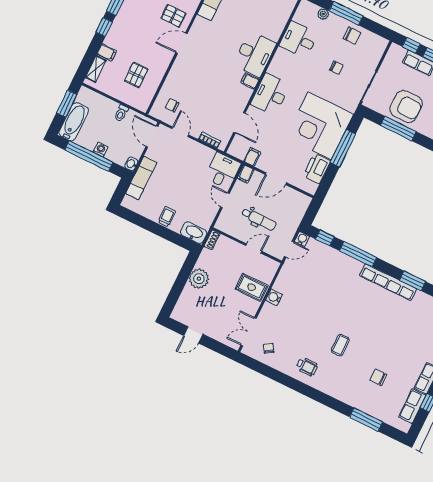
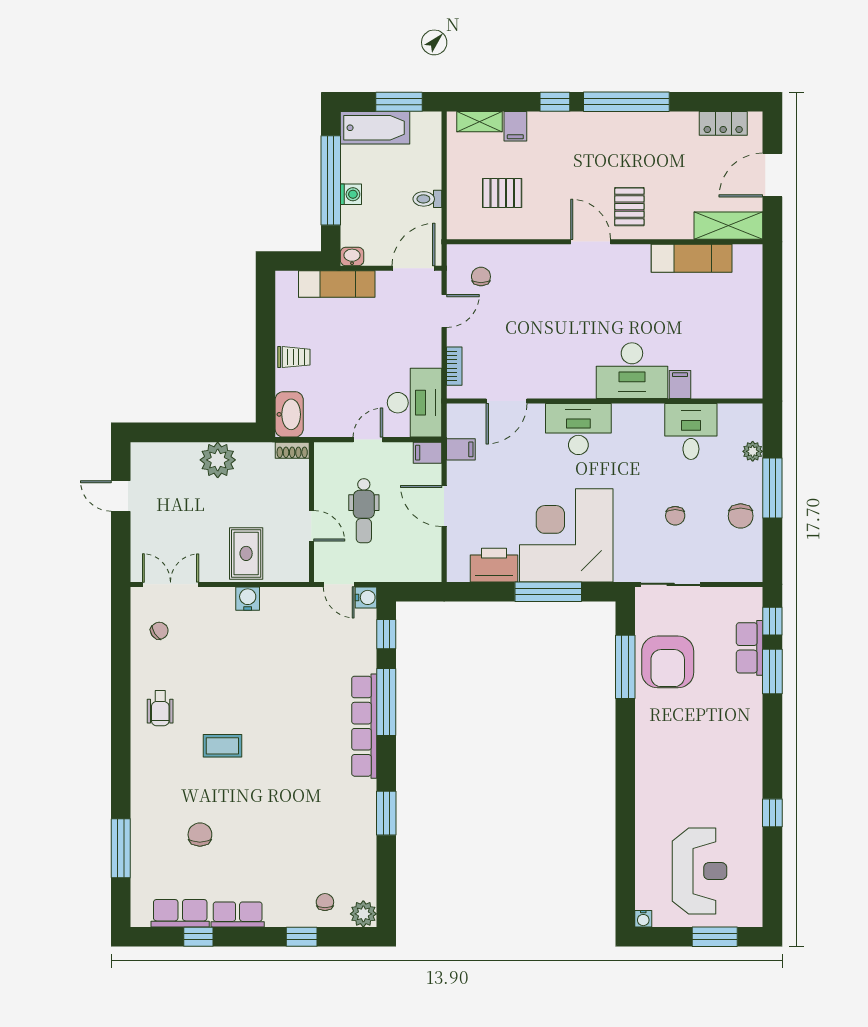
filing cabinet: (250, 81) -> (680, 385), moved
desk: (223, 171) -> (415, 403), width x1.37
row of seats: (388, 282) -> (364, 726), moved

